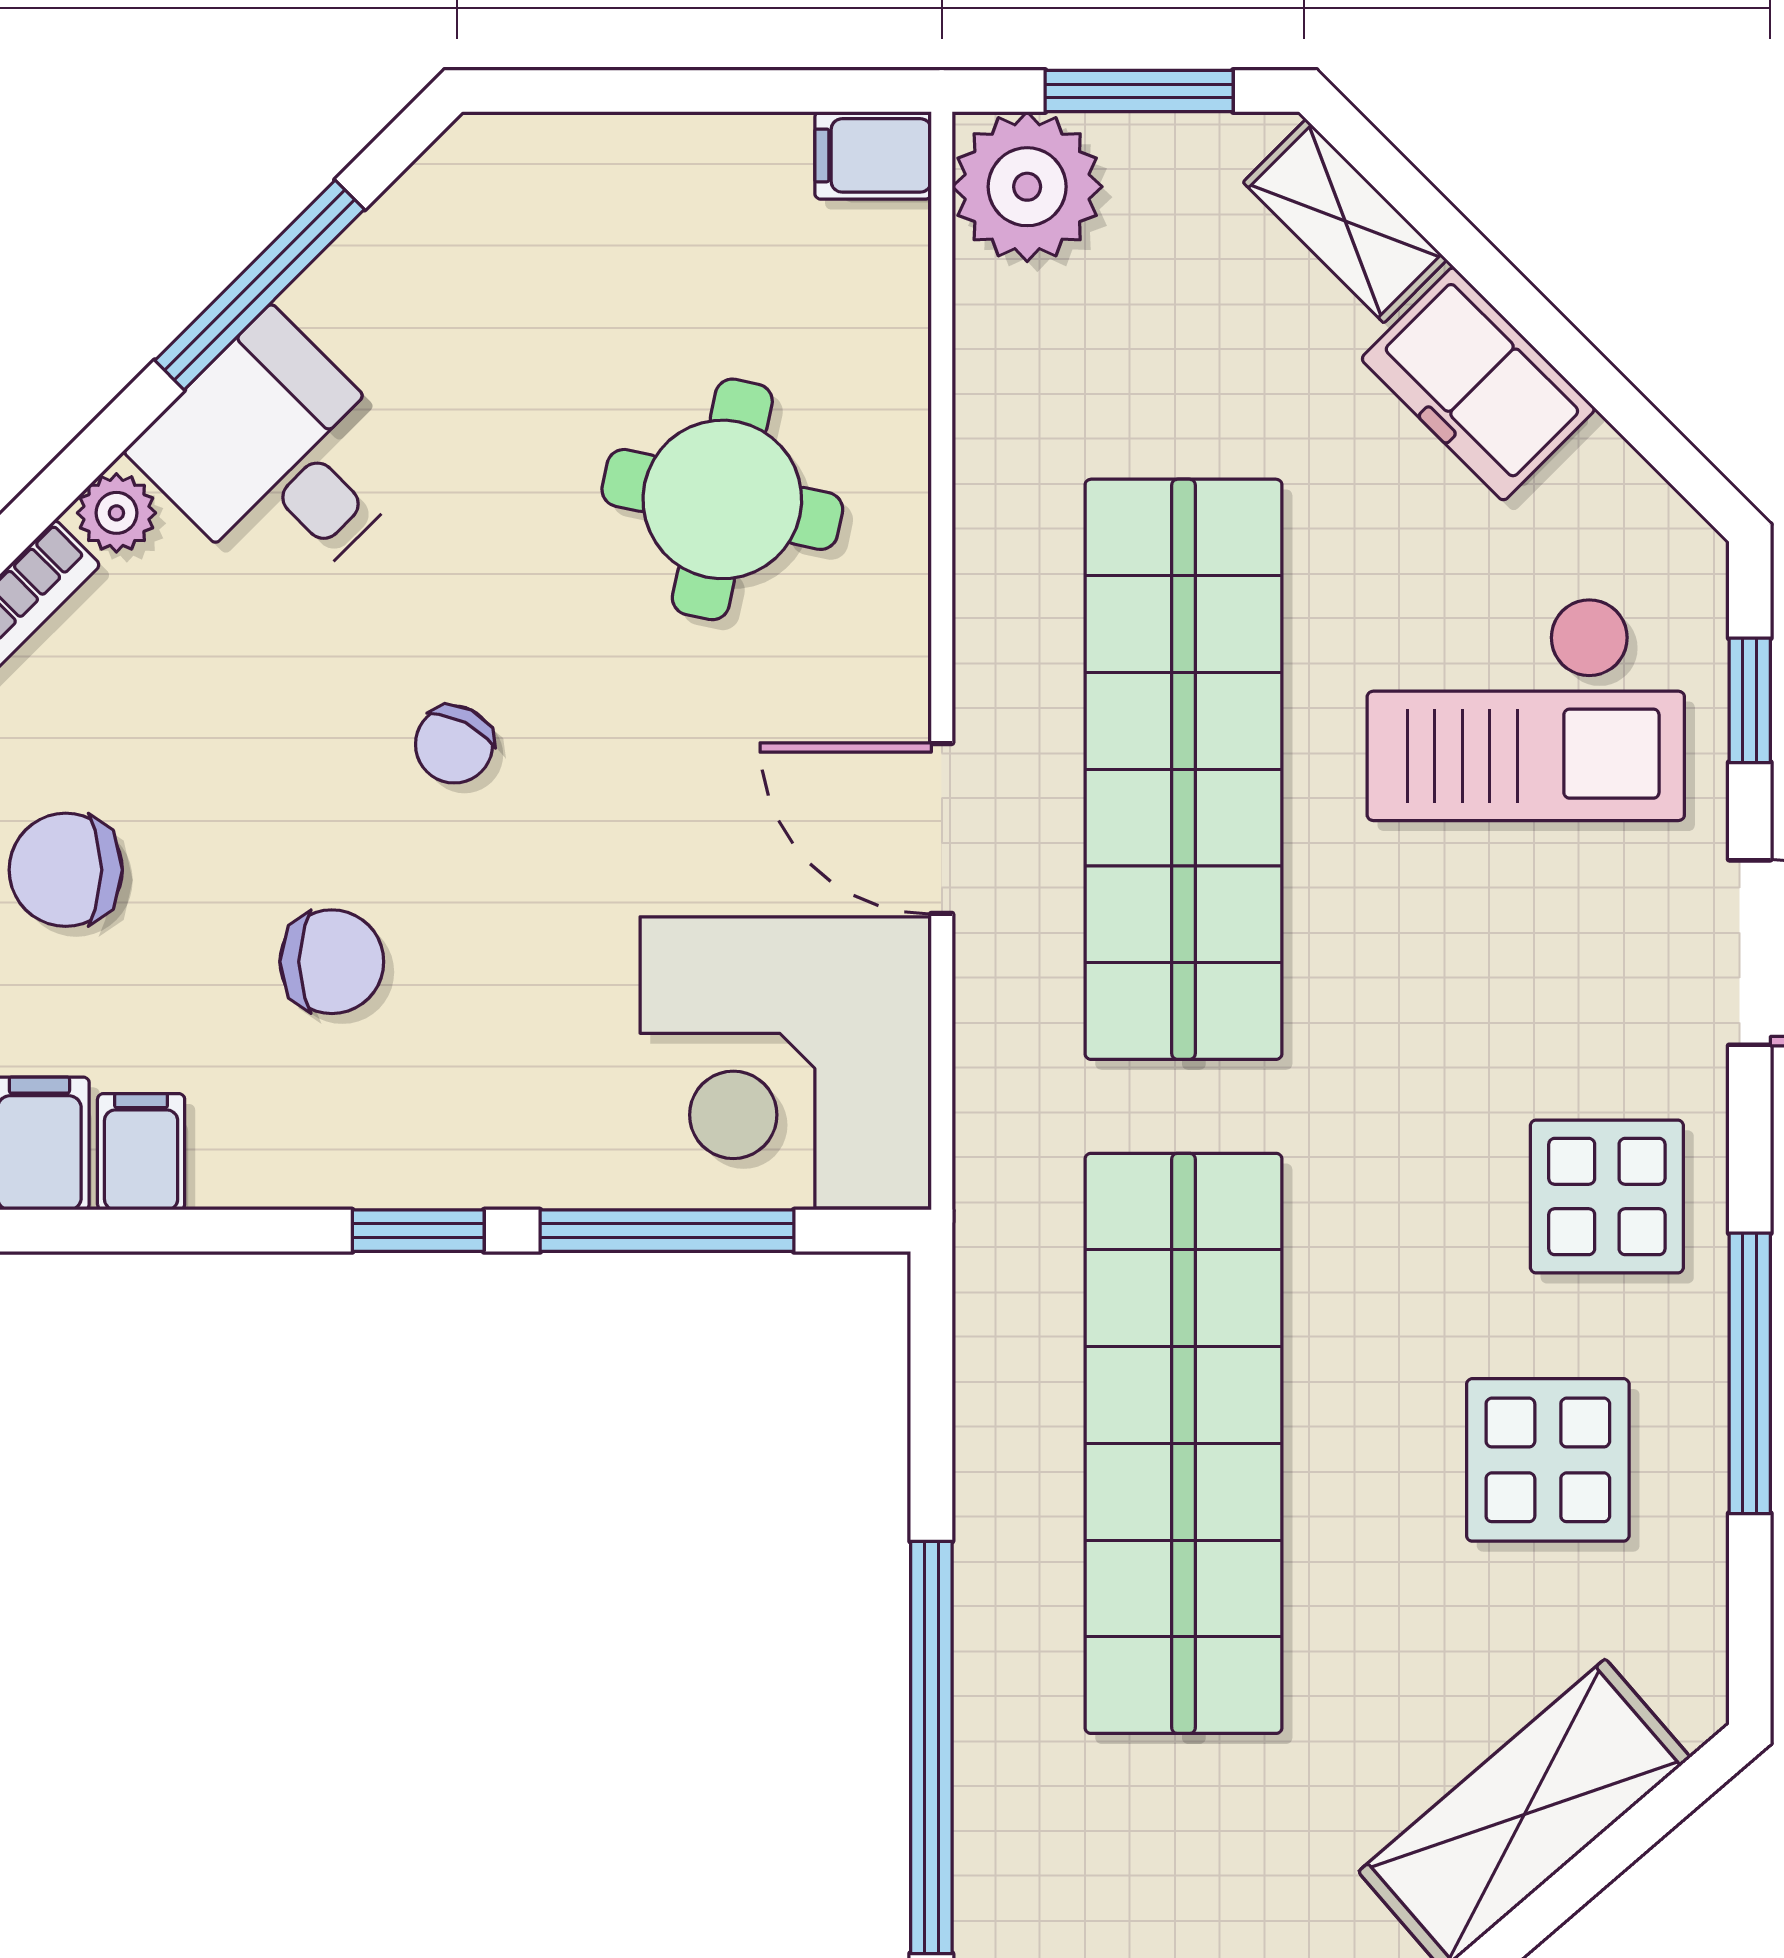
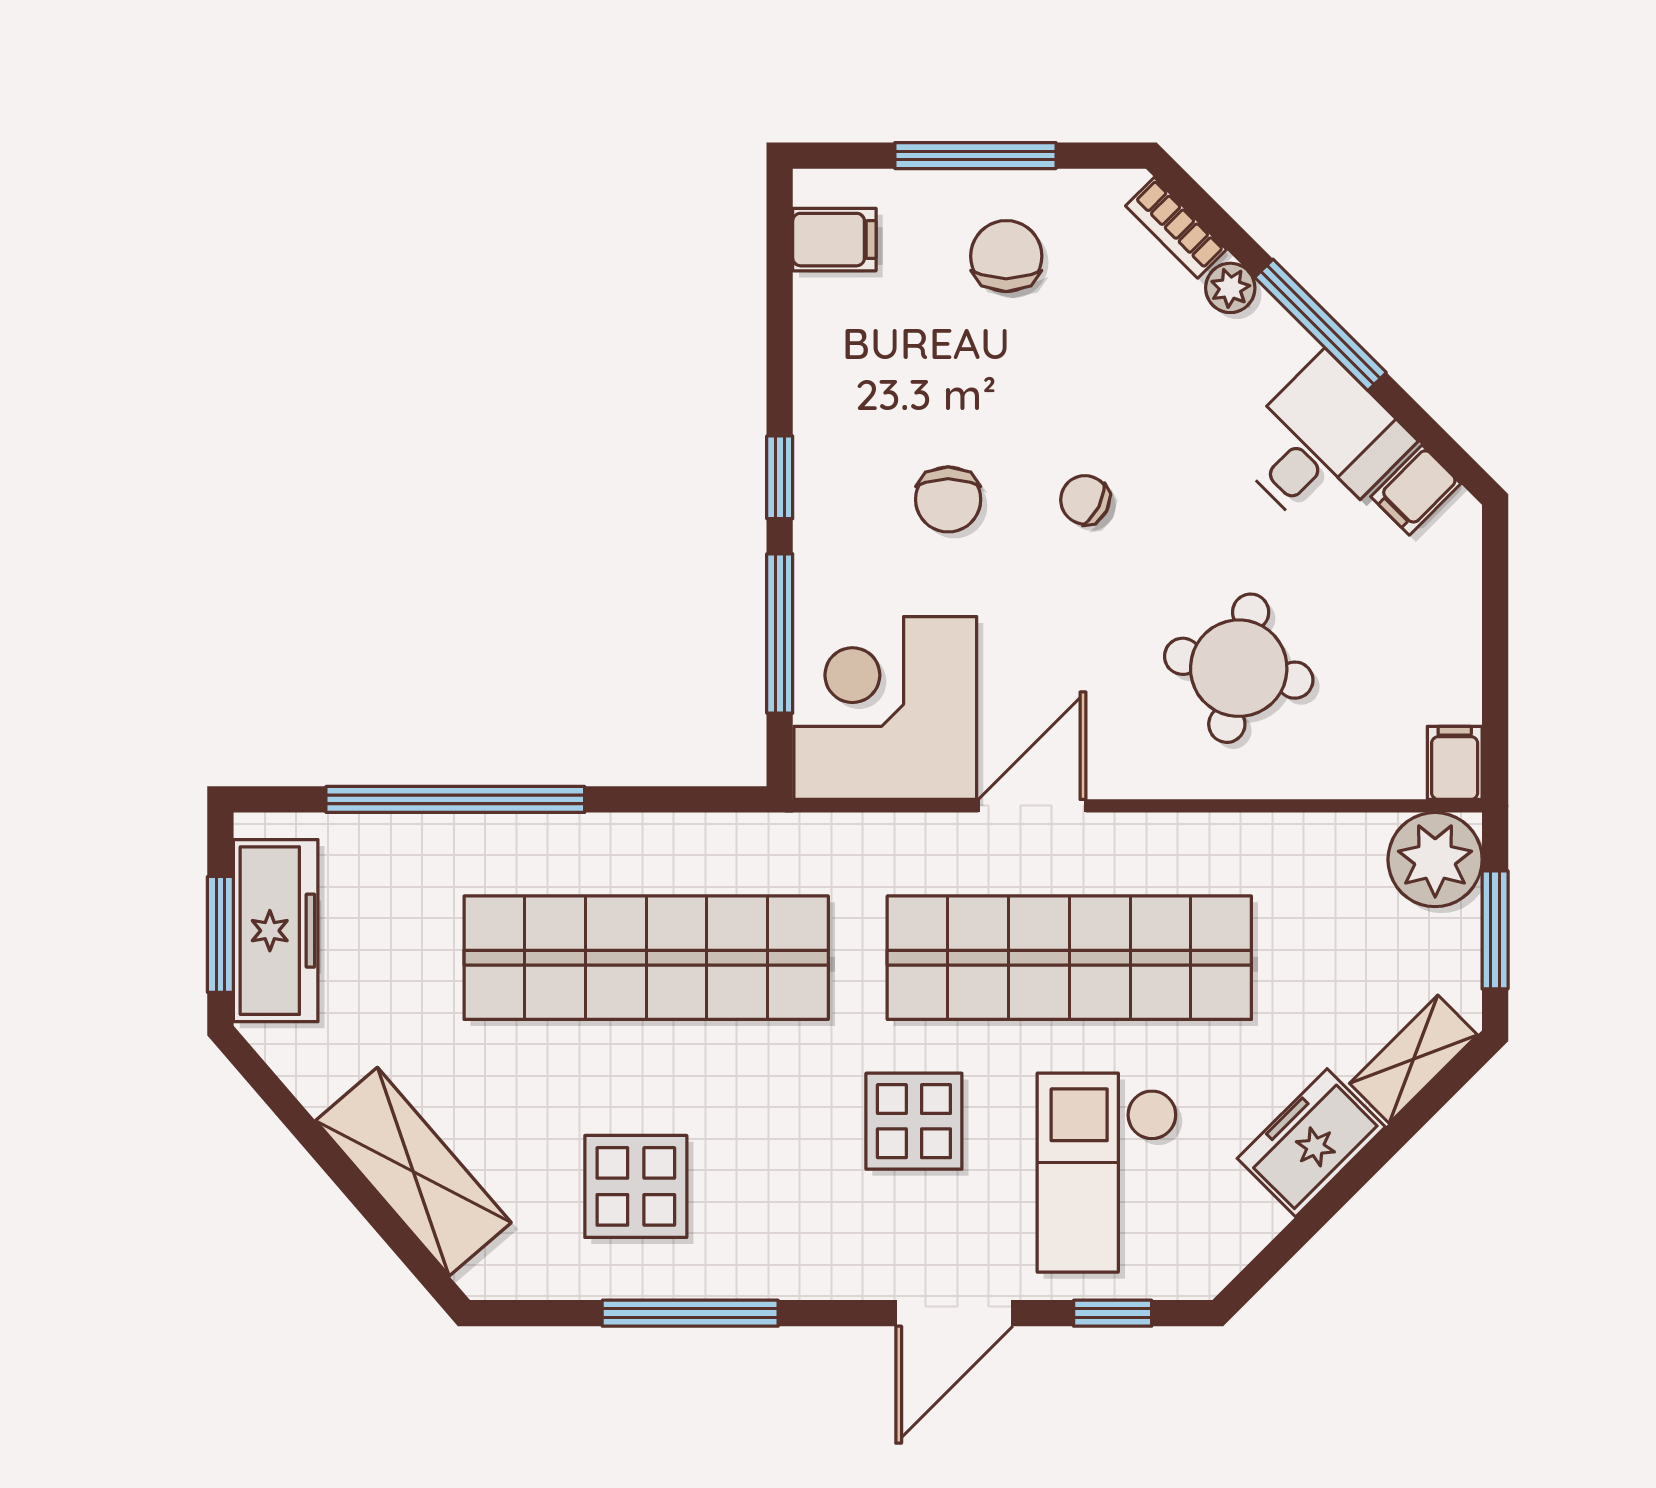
window: (260, 285) -> (1321, 325), moved
desk: (277, 457) -> (1321, 445), moved
chair: (332, 962) -> (948, 499), moved
filing cabinet: (141, 1152) -> (1416, 490), moved, turned 135
display table: (1607, 1197) -> (914, 1121), moved

